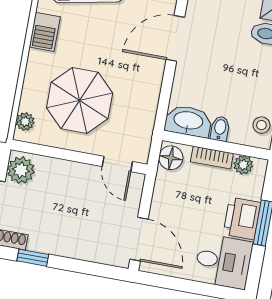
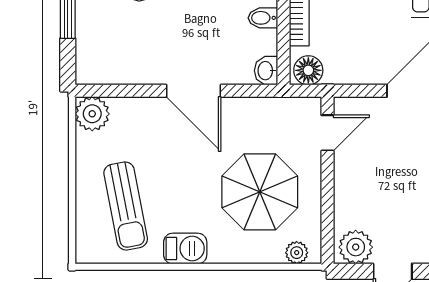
door: (175, 38) -> (194, 91), moved
washbasin: (188, 121) -> (266, 71), width x0.52, depth x0.69

